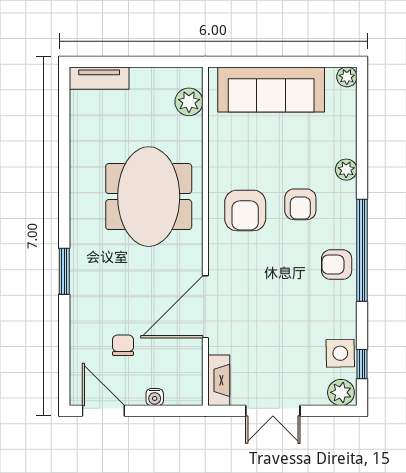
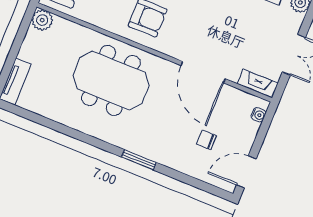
plant: (189, 102) -> (42, 20), moved
water cooler: (155, 397) -> (258, 115), moved

